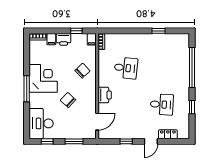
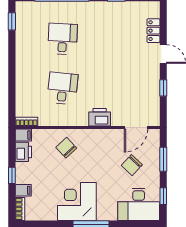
window: (76, 31) -> (12, 175), moved
window: (158, 31) -> (12, 21), moved
printer: (64, 39) -> (23, 152), moved
chair: (68, 100) -> (132, 165), moved
desk: (162, 104) -> (63, 39), moved
door: (97, 122) -> (136, 128), swing flipped

